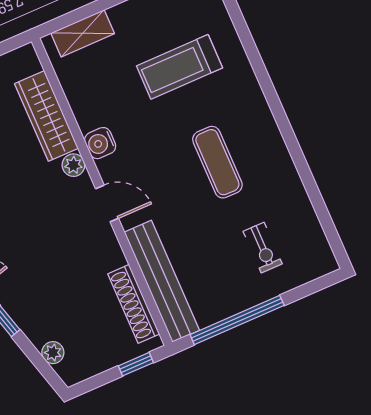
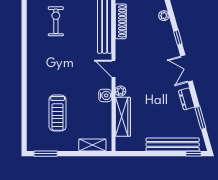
treadmill: (179, 67) -> (58, 113), turned 90
exercise mat: (217, 162) -> (59, 66), removed
exercise bike: (263, 248) -> (56, 21), width x1.38, depth x1.39

